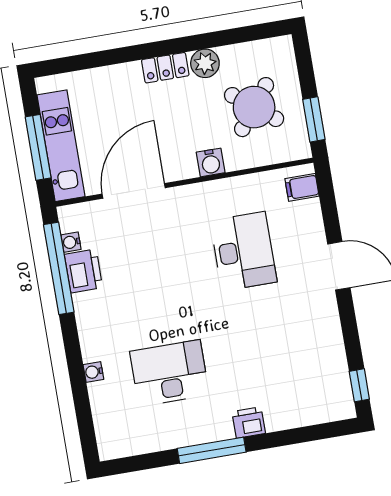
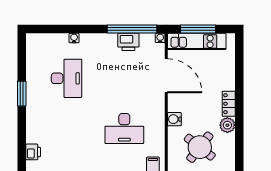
water cooler: (71, 242) -> (160, 38), moved
printer: (249, 422) -> (33, 152), moved
window: (212, 450) -> (22, 94), width x0.69

